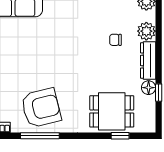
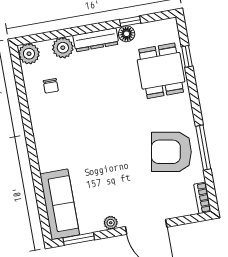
chair: (115, 40) -> (51, 86), moved
armchair: (41, 108) -> (171, 152), turned -66

